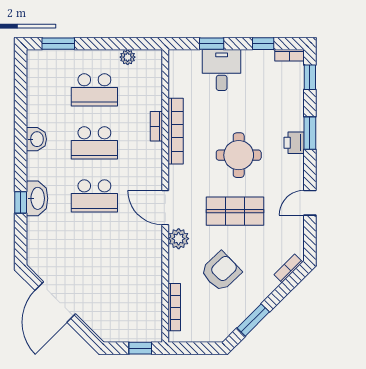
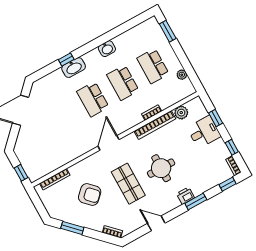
plant: (179, 239) -> (181, 113), moved

